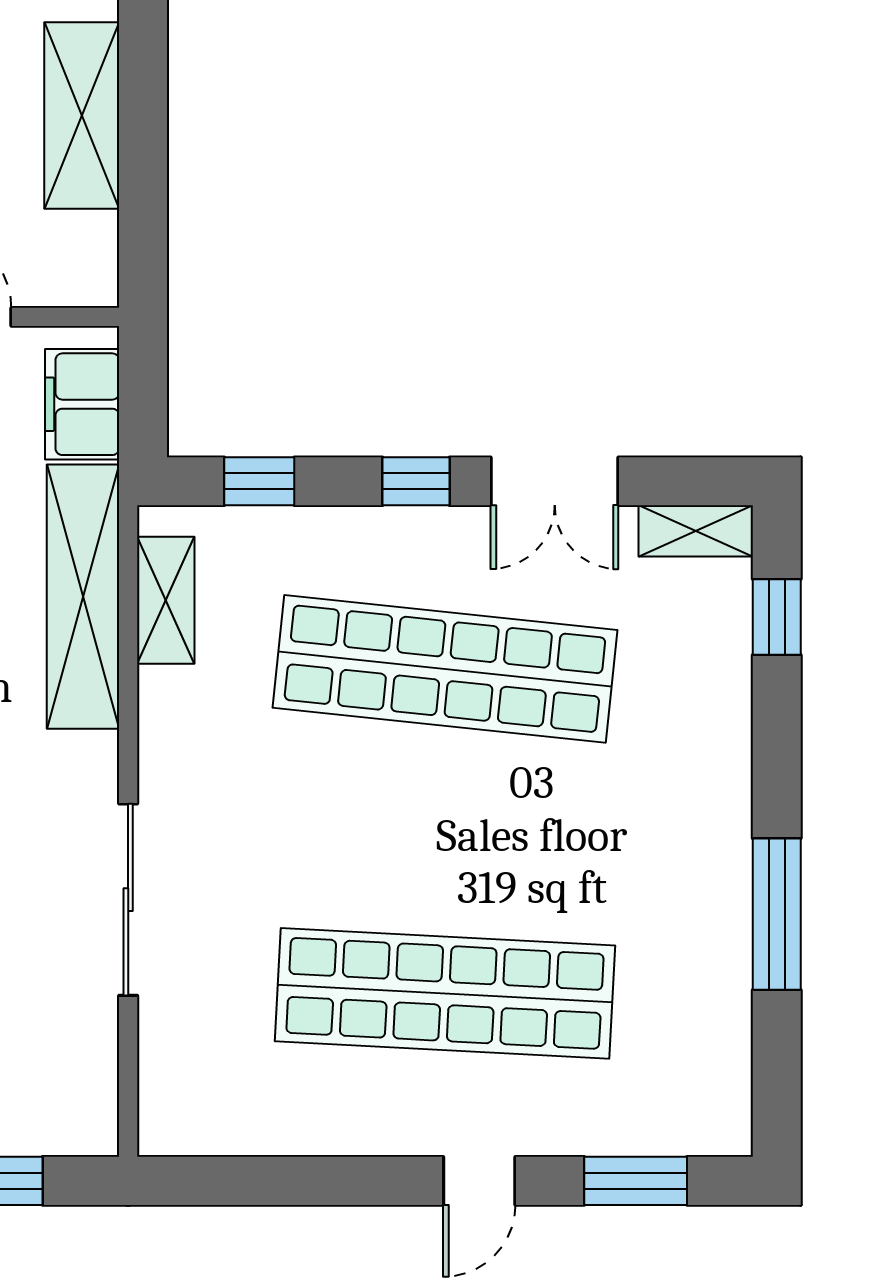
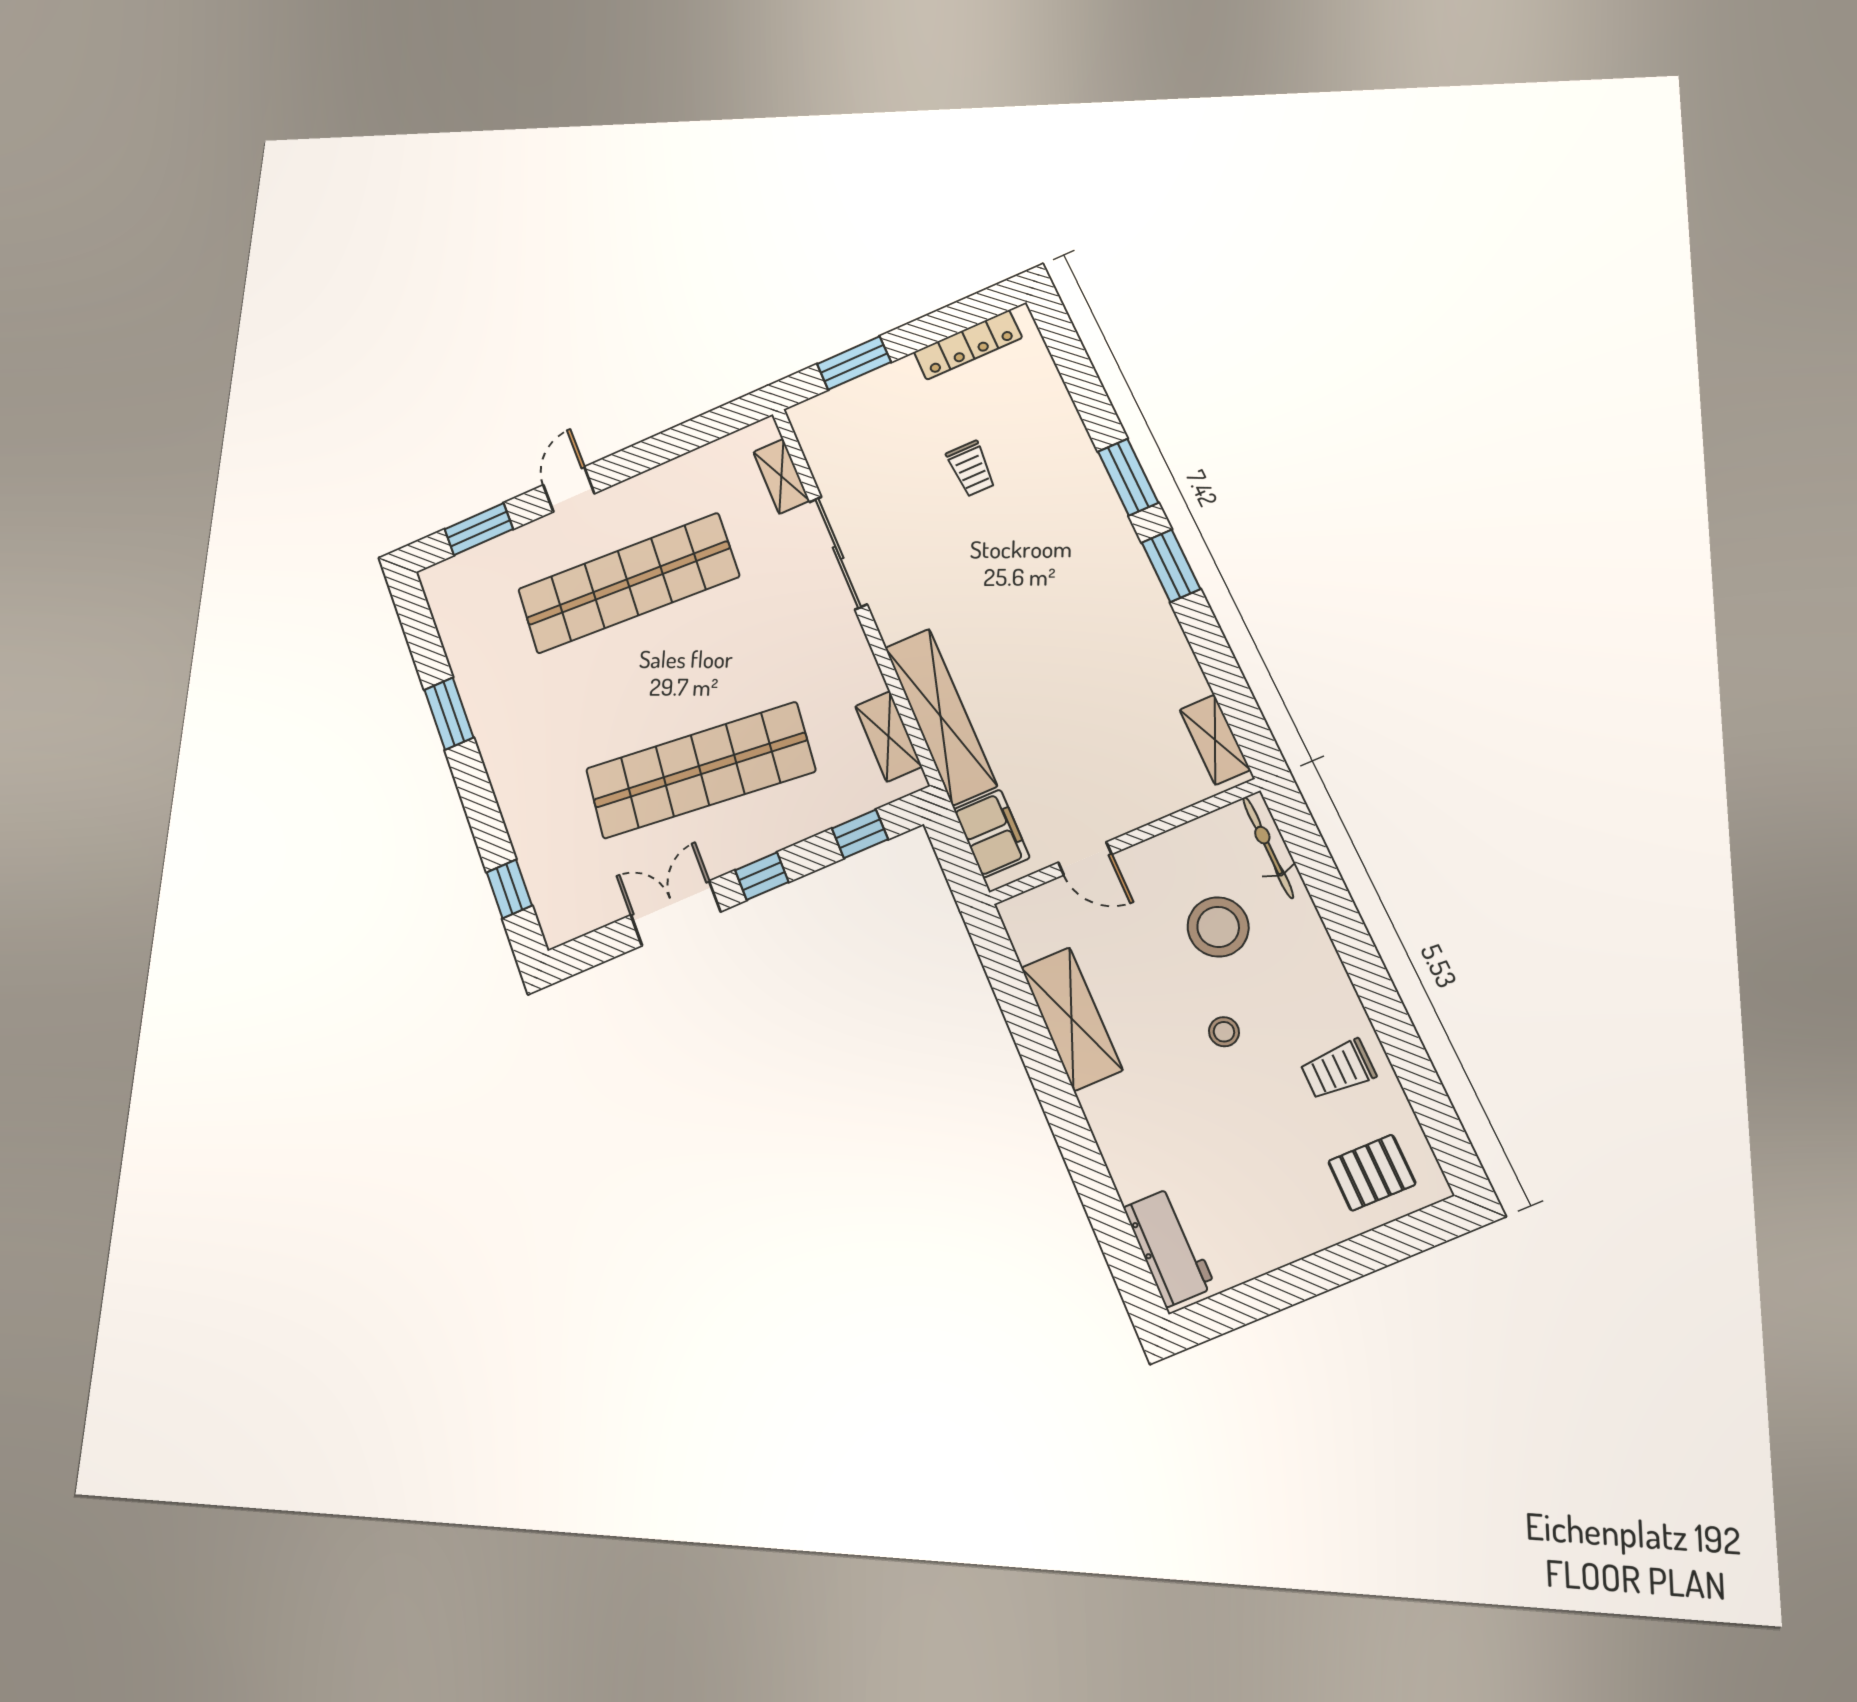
shelving: (696, 531) -> (781, 476), moved, turned 90
window: (777, 914) -> (449, 714), width x0.69

